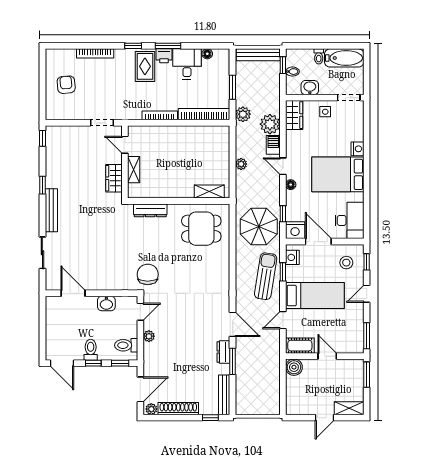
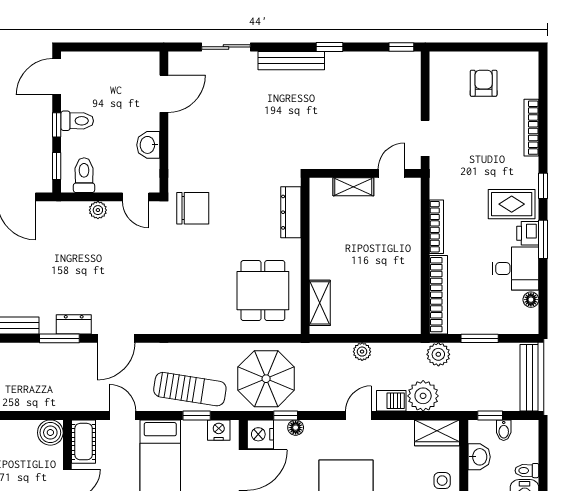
window: (283, 65) -> (490, 415), moved
armchair: (66, 85) -> (484, 83), turned -85
wardrobe: (114, 178) -> (340, 157), removed
floor lamp: (291, 185) -> (296, 428), moved

